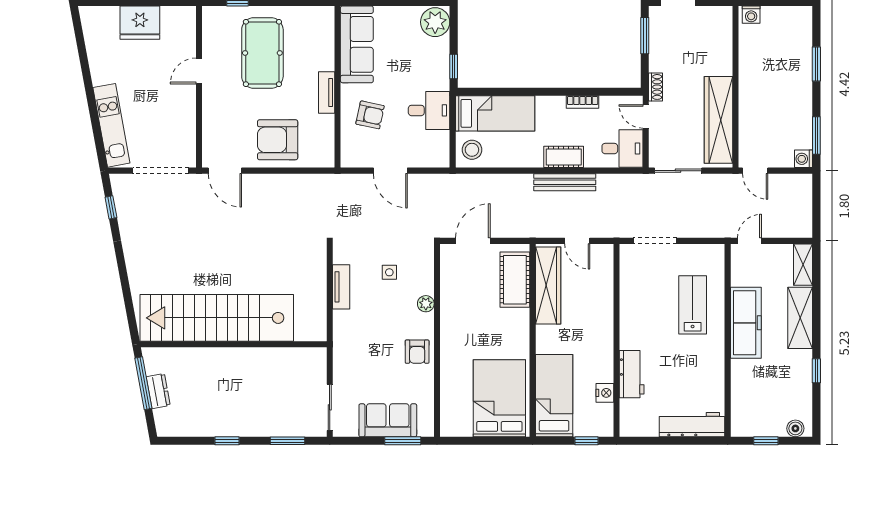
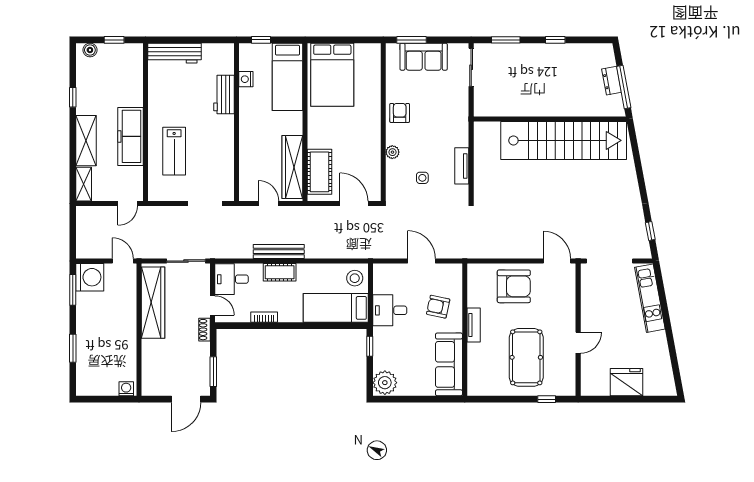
washing machine: (804, 159) -> (90, 277), width x1.89, depth x1.89
door: (473, 241) -> (354, 204), swing flipped

